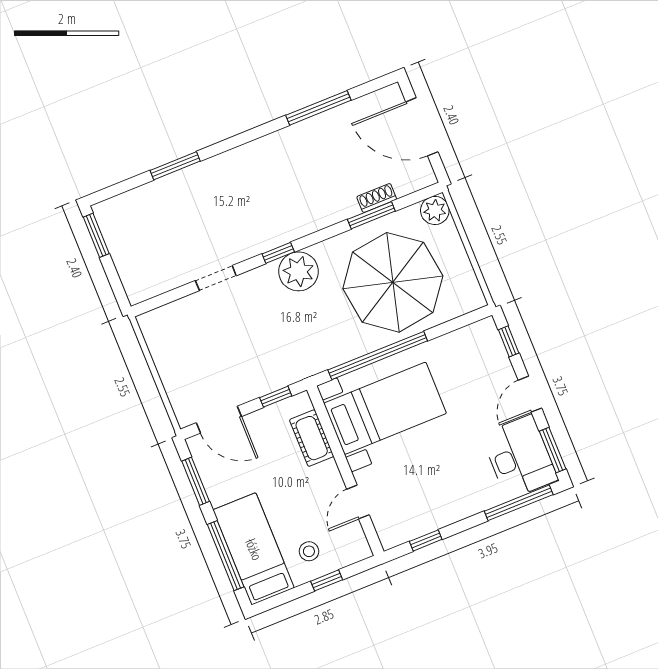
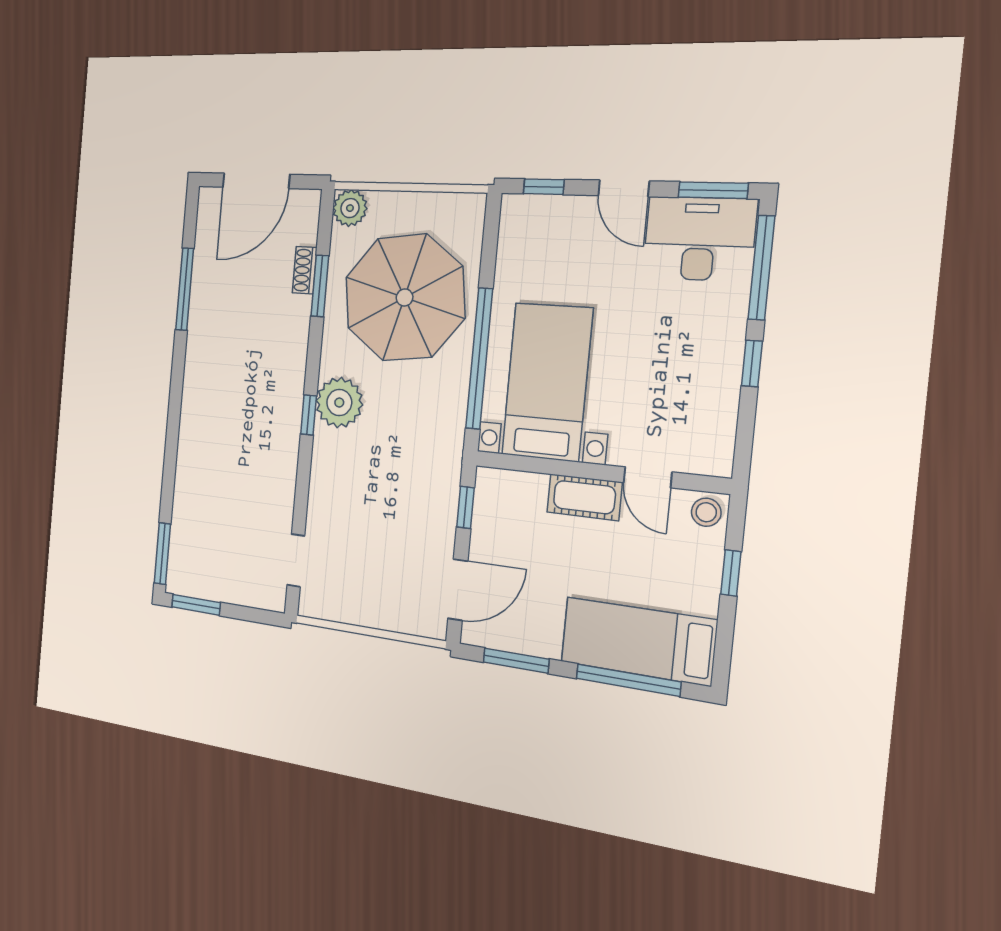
window: (175, 166) -> (162, 554), moved
doorway: (216, 278) -> (296, 560), moved
cot: (312, 438) -> (584, 497), moved
window: (426, 540) -> (752, 364), moved
stool: (309, 551) -> (706, 512), moved

